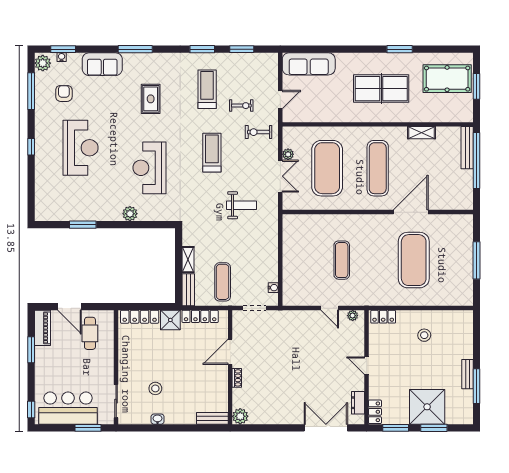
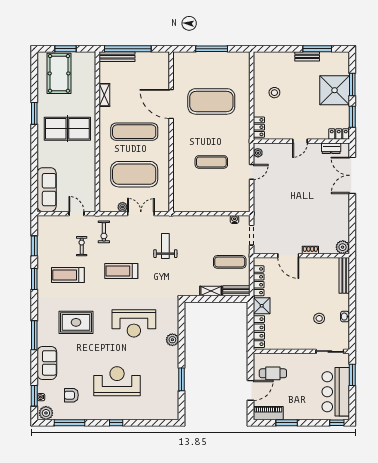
table tennis table: (381, 89) -> (67, 129), turned 90
rug: (151, 99) -> (76, 322), width x1.36, depth x1.43
bench: (212, 418) -> (344, 275), width x1.36

